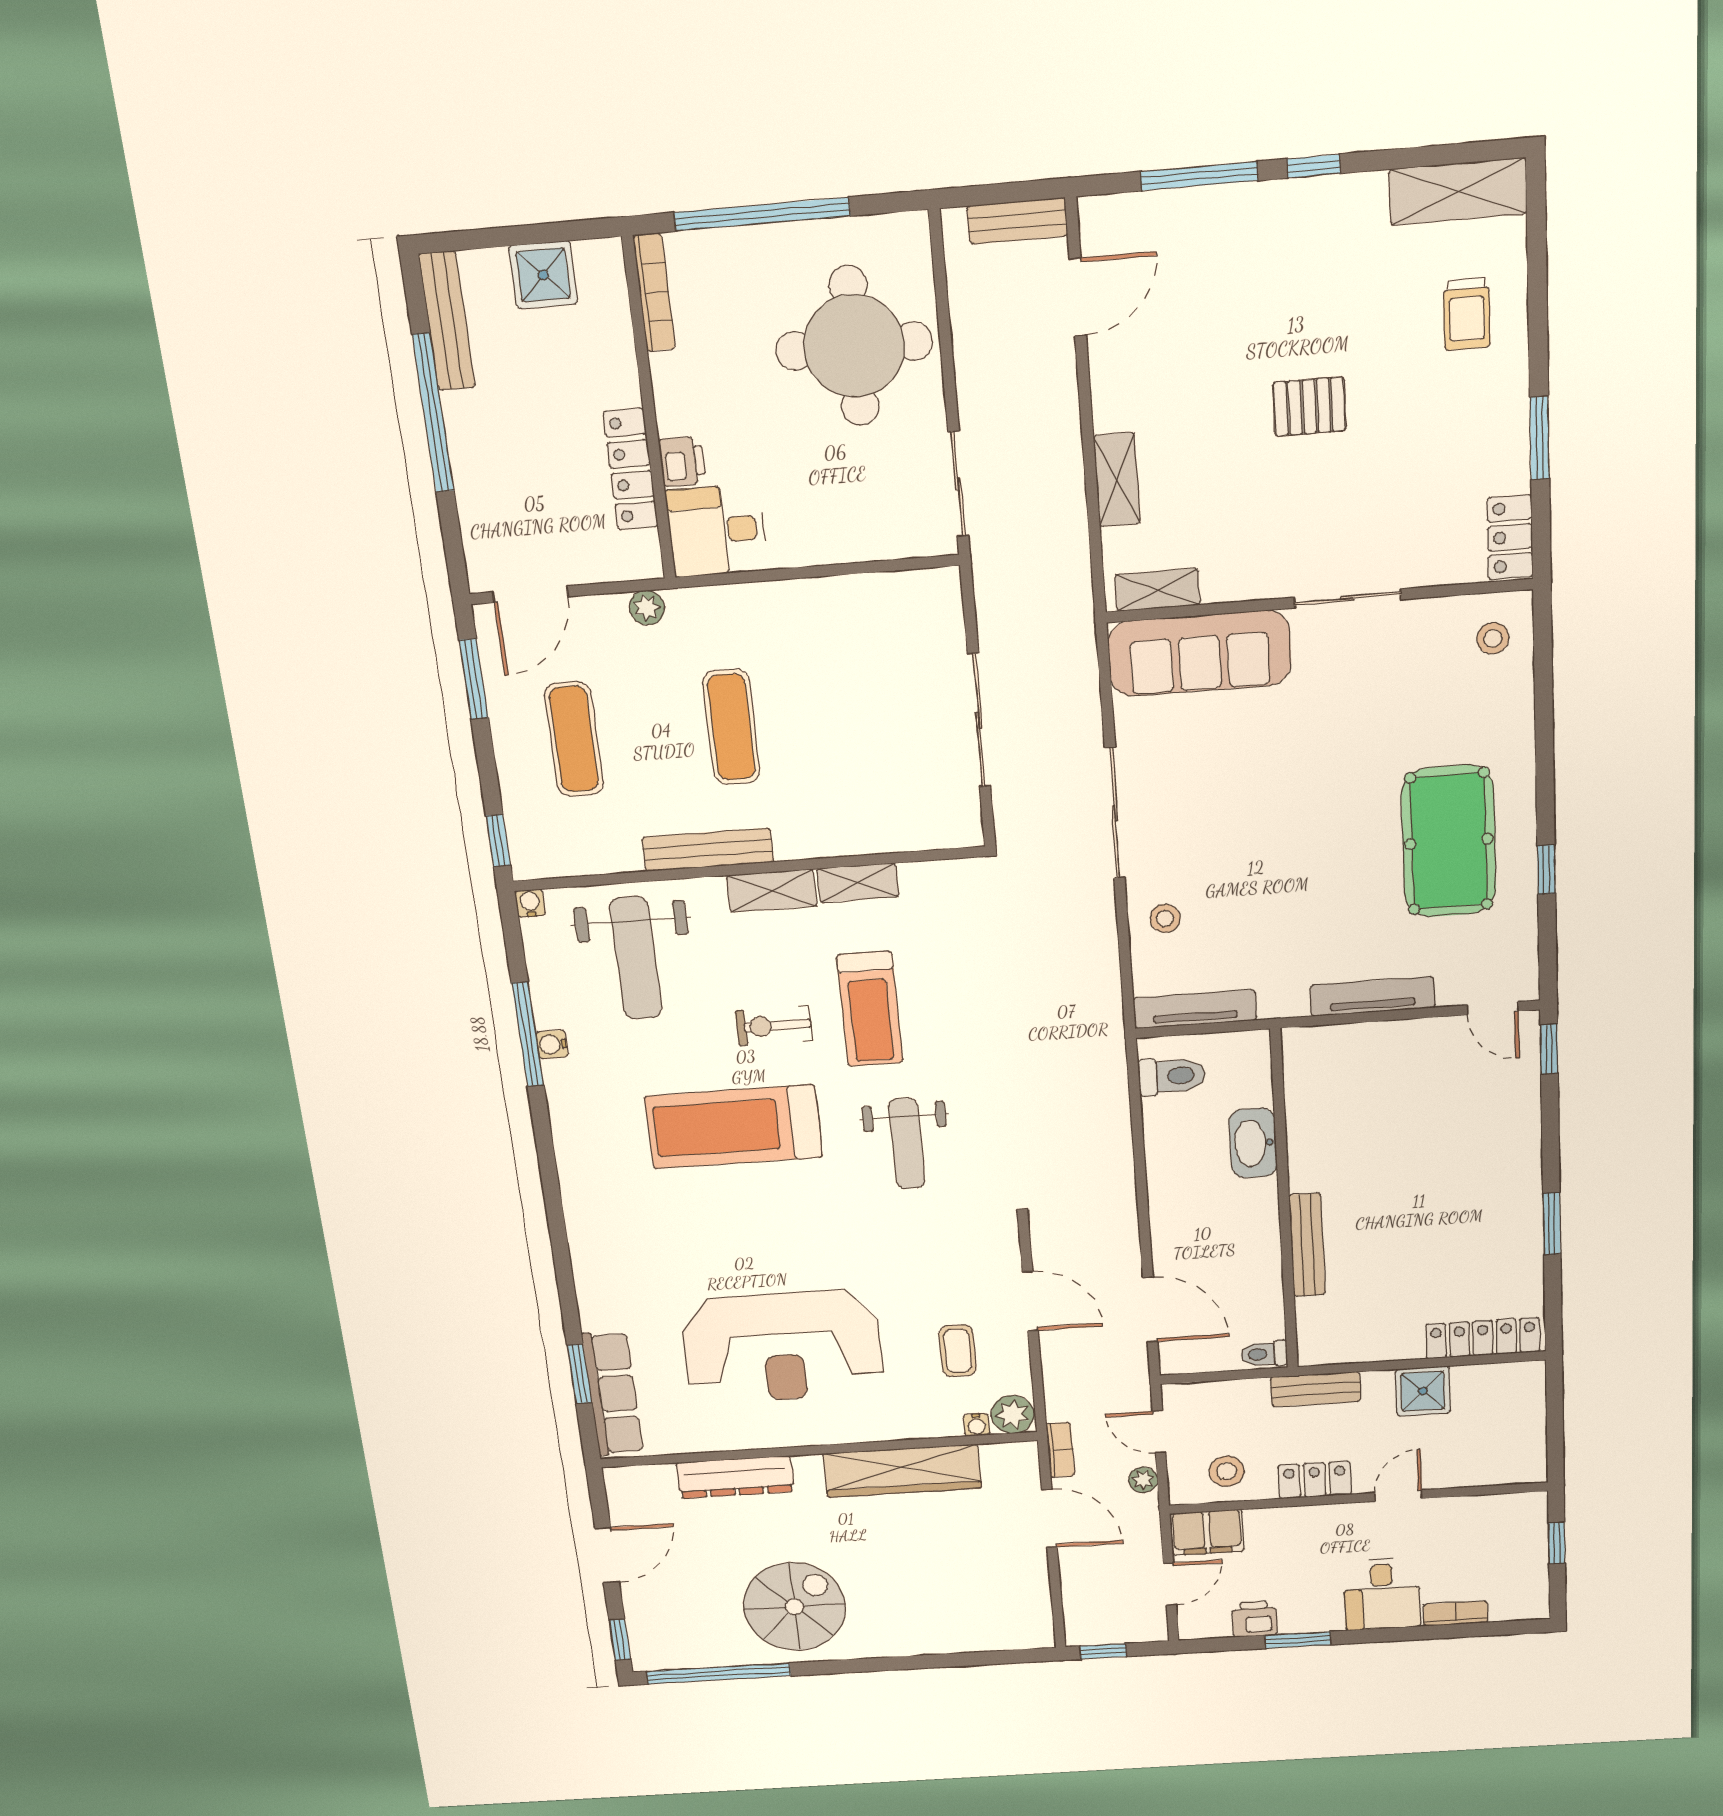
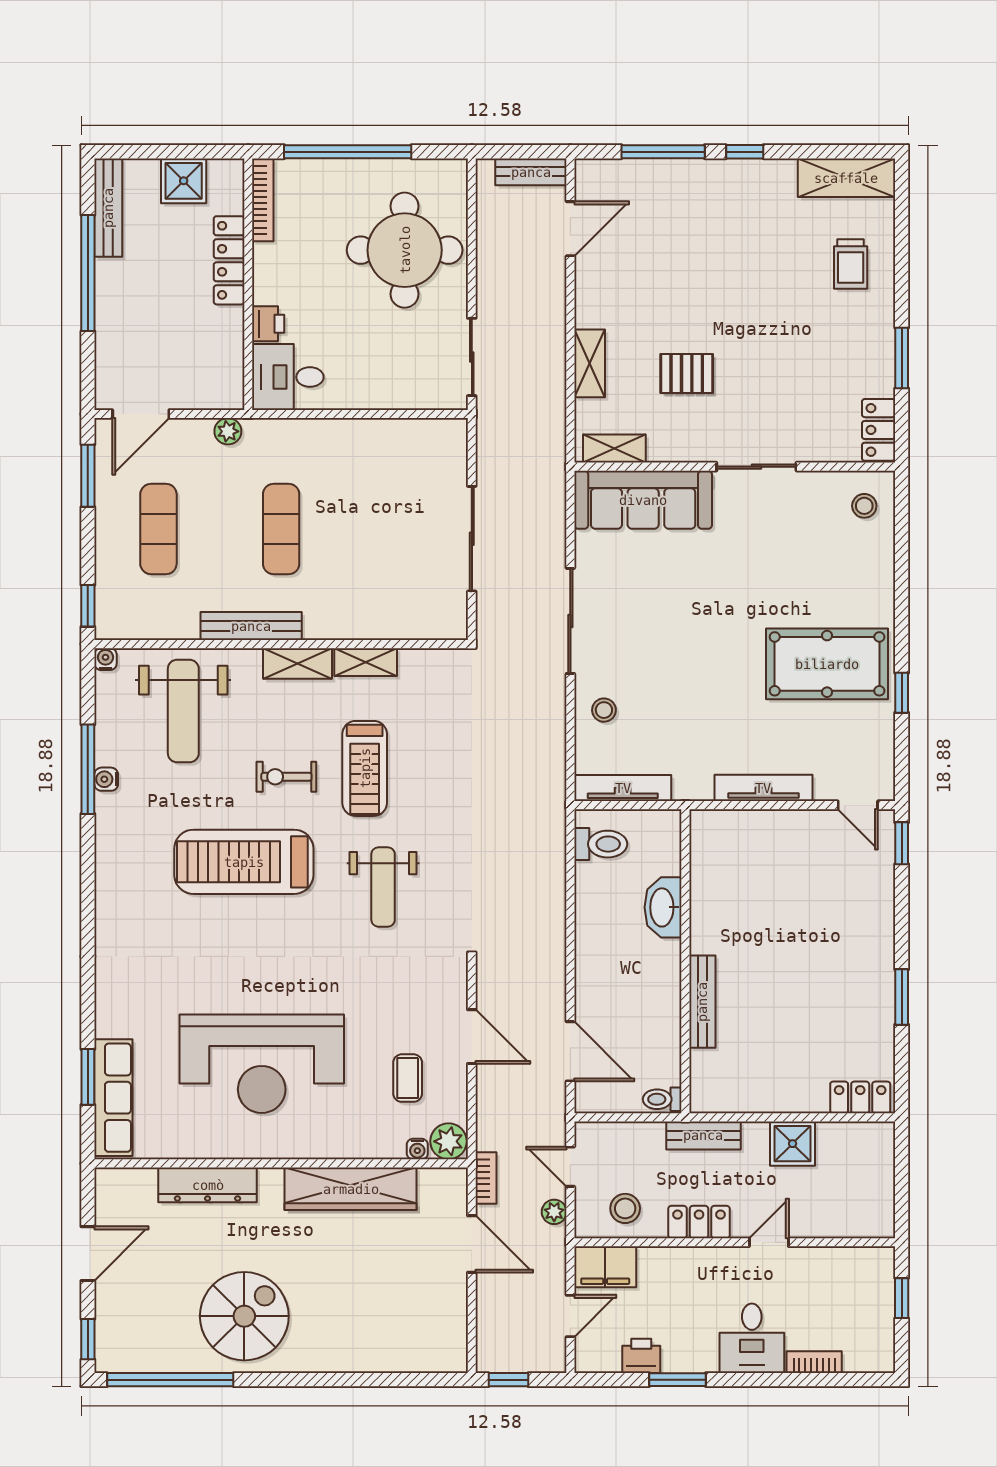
pallet: (1309, 407) -> (687, 374), moved
locker: (631, 469) -> (229, 260), moved
pool table: (1449, 841) -> (827, 664), turned 90
locker: (1483, 1338) -> (860, 1097), width x0.66

